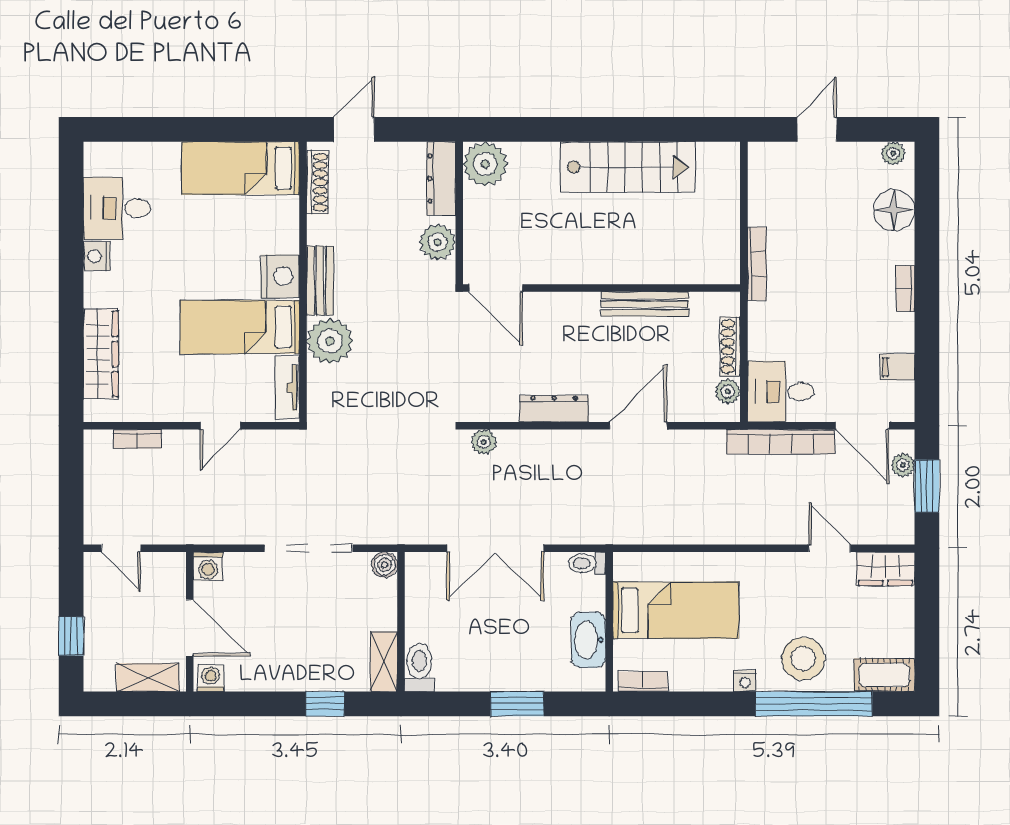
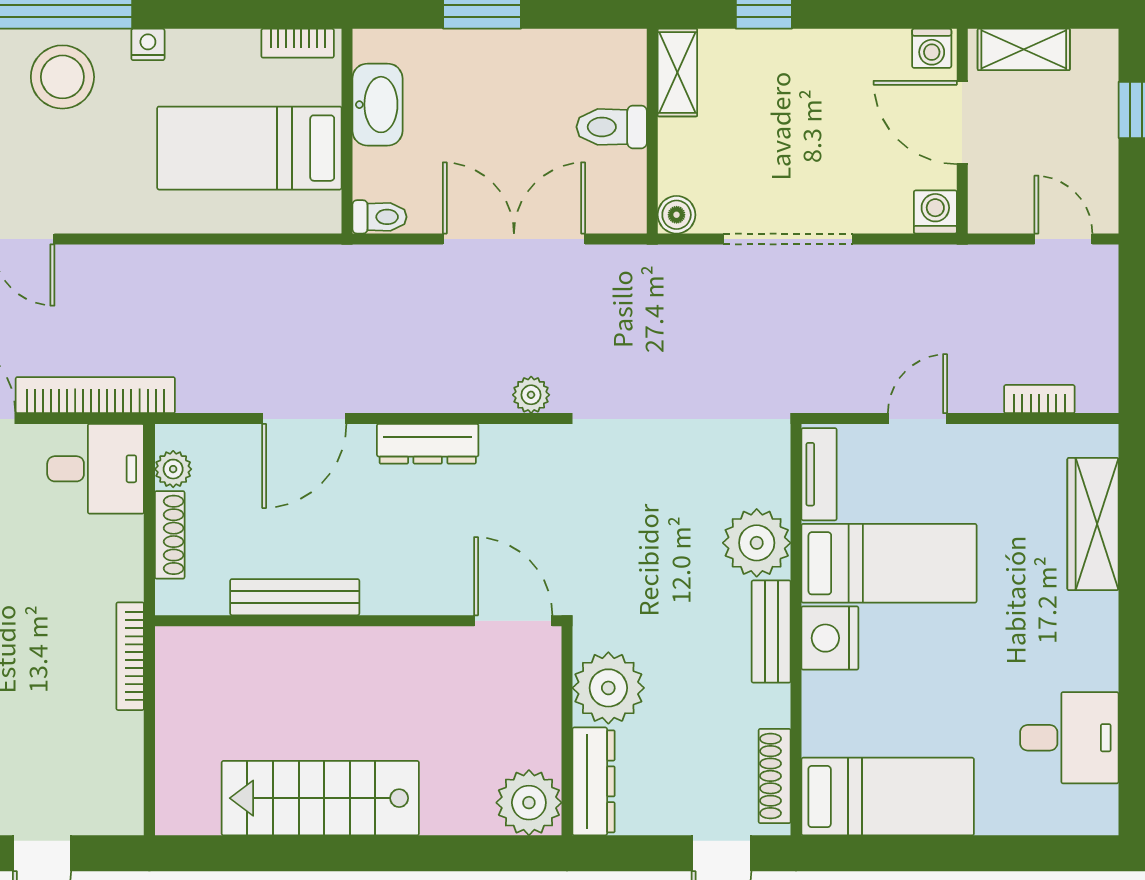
plant: (438, 242) -> (608, 688), width x1.36, depth x1.36
nightstand: (97, 256) -> (1099, 667), removed
toilet: (419, 667) -> (612, 127), moved, turned 90

